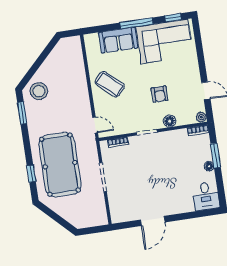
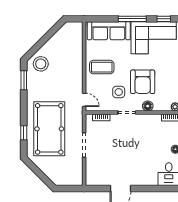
sofa: (118, 40) -> (109, 31), width x1.36
coffee table: (110, 84) -> (102, 67), turned -42
armchair: (160, 94) -> (143, 82), width x1.88, depth x1.88
side table: (134, 110) -> (119, 92), added

